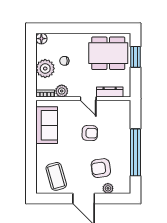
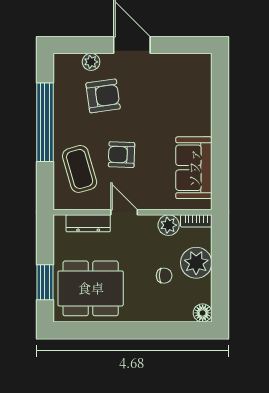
coffee table: (56, 176) -> (80, 169), moved

